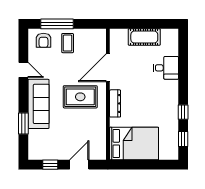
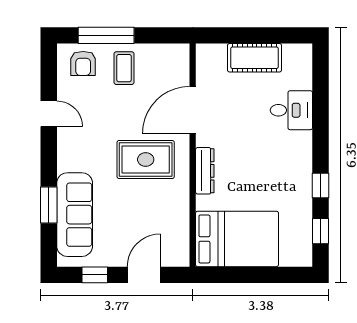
sofa: (39, 104) -> (75, 215), moved

